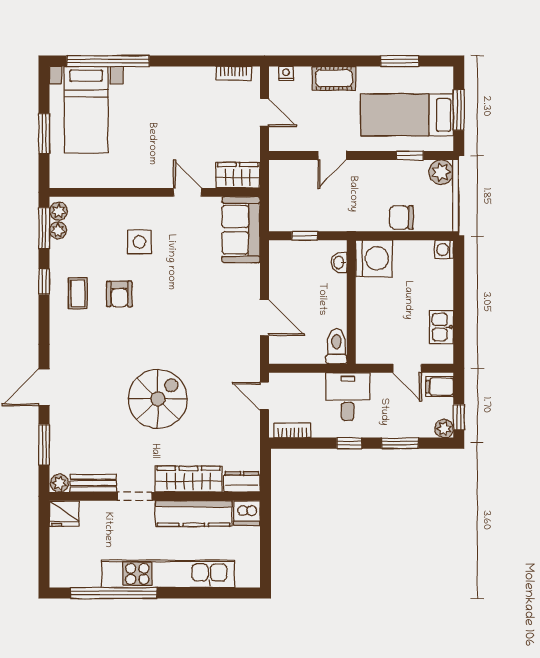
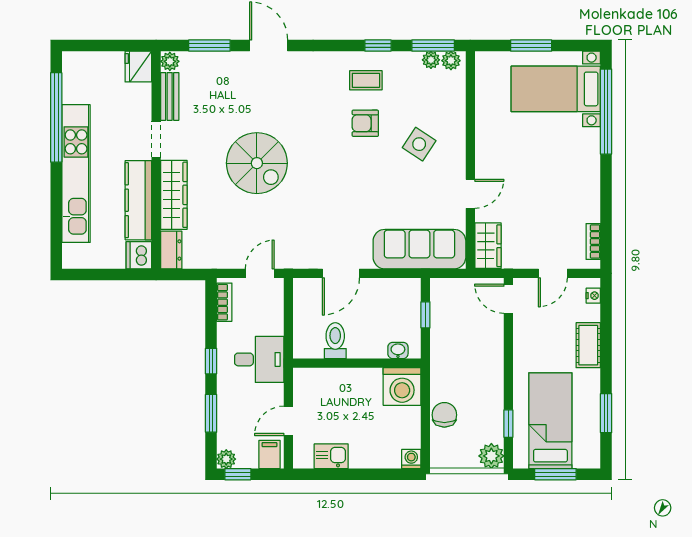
door: (332, 155) -> (508, 299), moved
sofa: (241, 230) -> (419, 249), width x1.36
side table: (139, 242) -> (419, 144), turned 33
toilet: (336, 346) -> (335, 341), moved, turned -90

